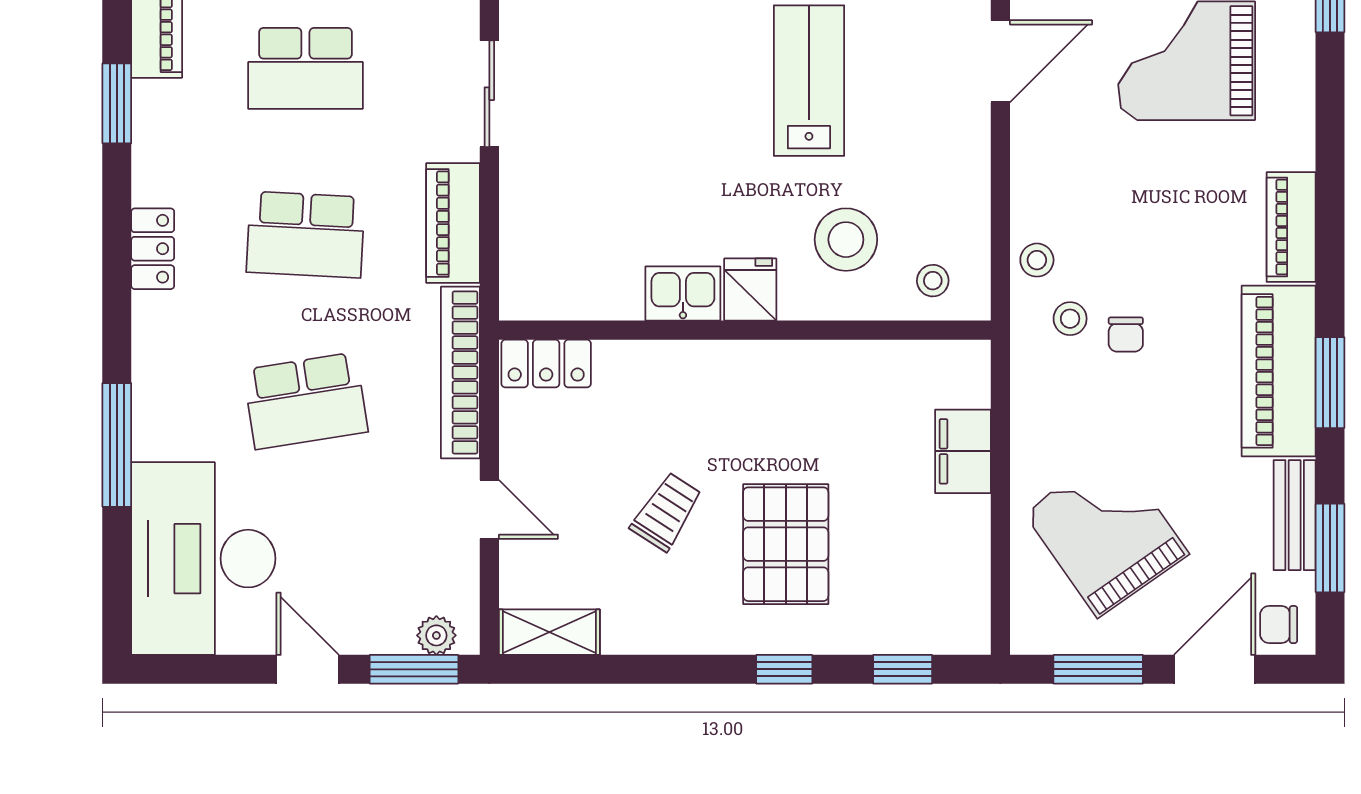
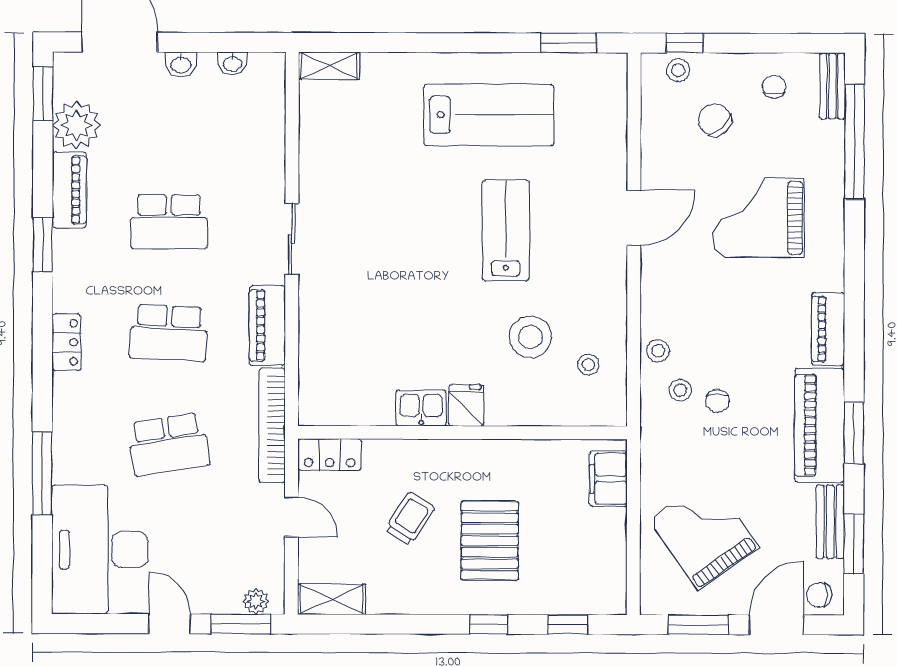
fridge: (750, 290) -> (466, 405), moved
kitchen sink: (683, 293) -> (421, 408), moved
wall: (745, 330) -> (463, 433), moved
locker: (546, 364) -> (330, 455), moved

